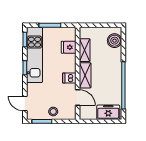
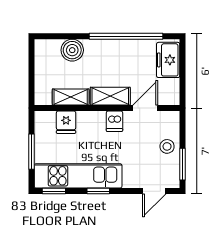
boiler: (114, 41) -> (72, 50), moved

